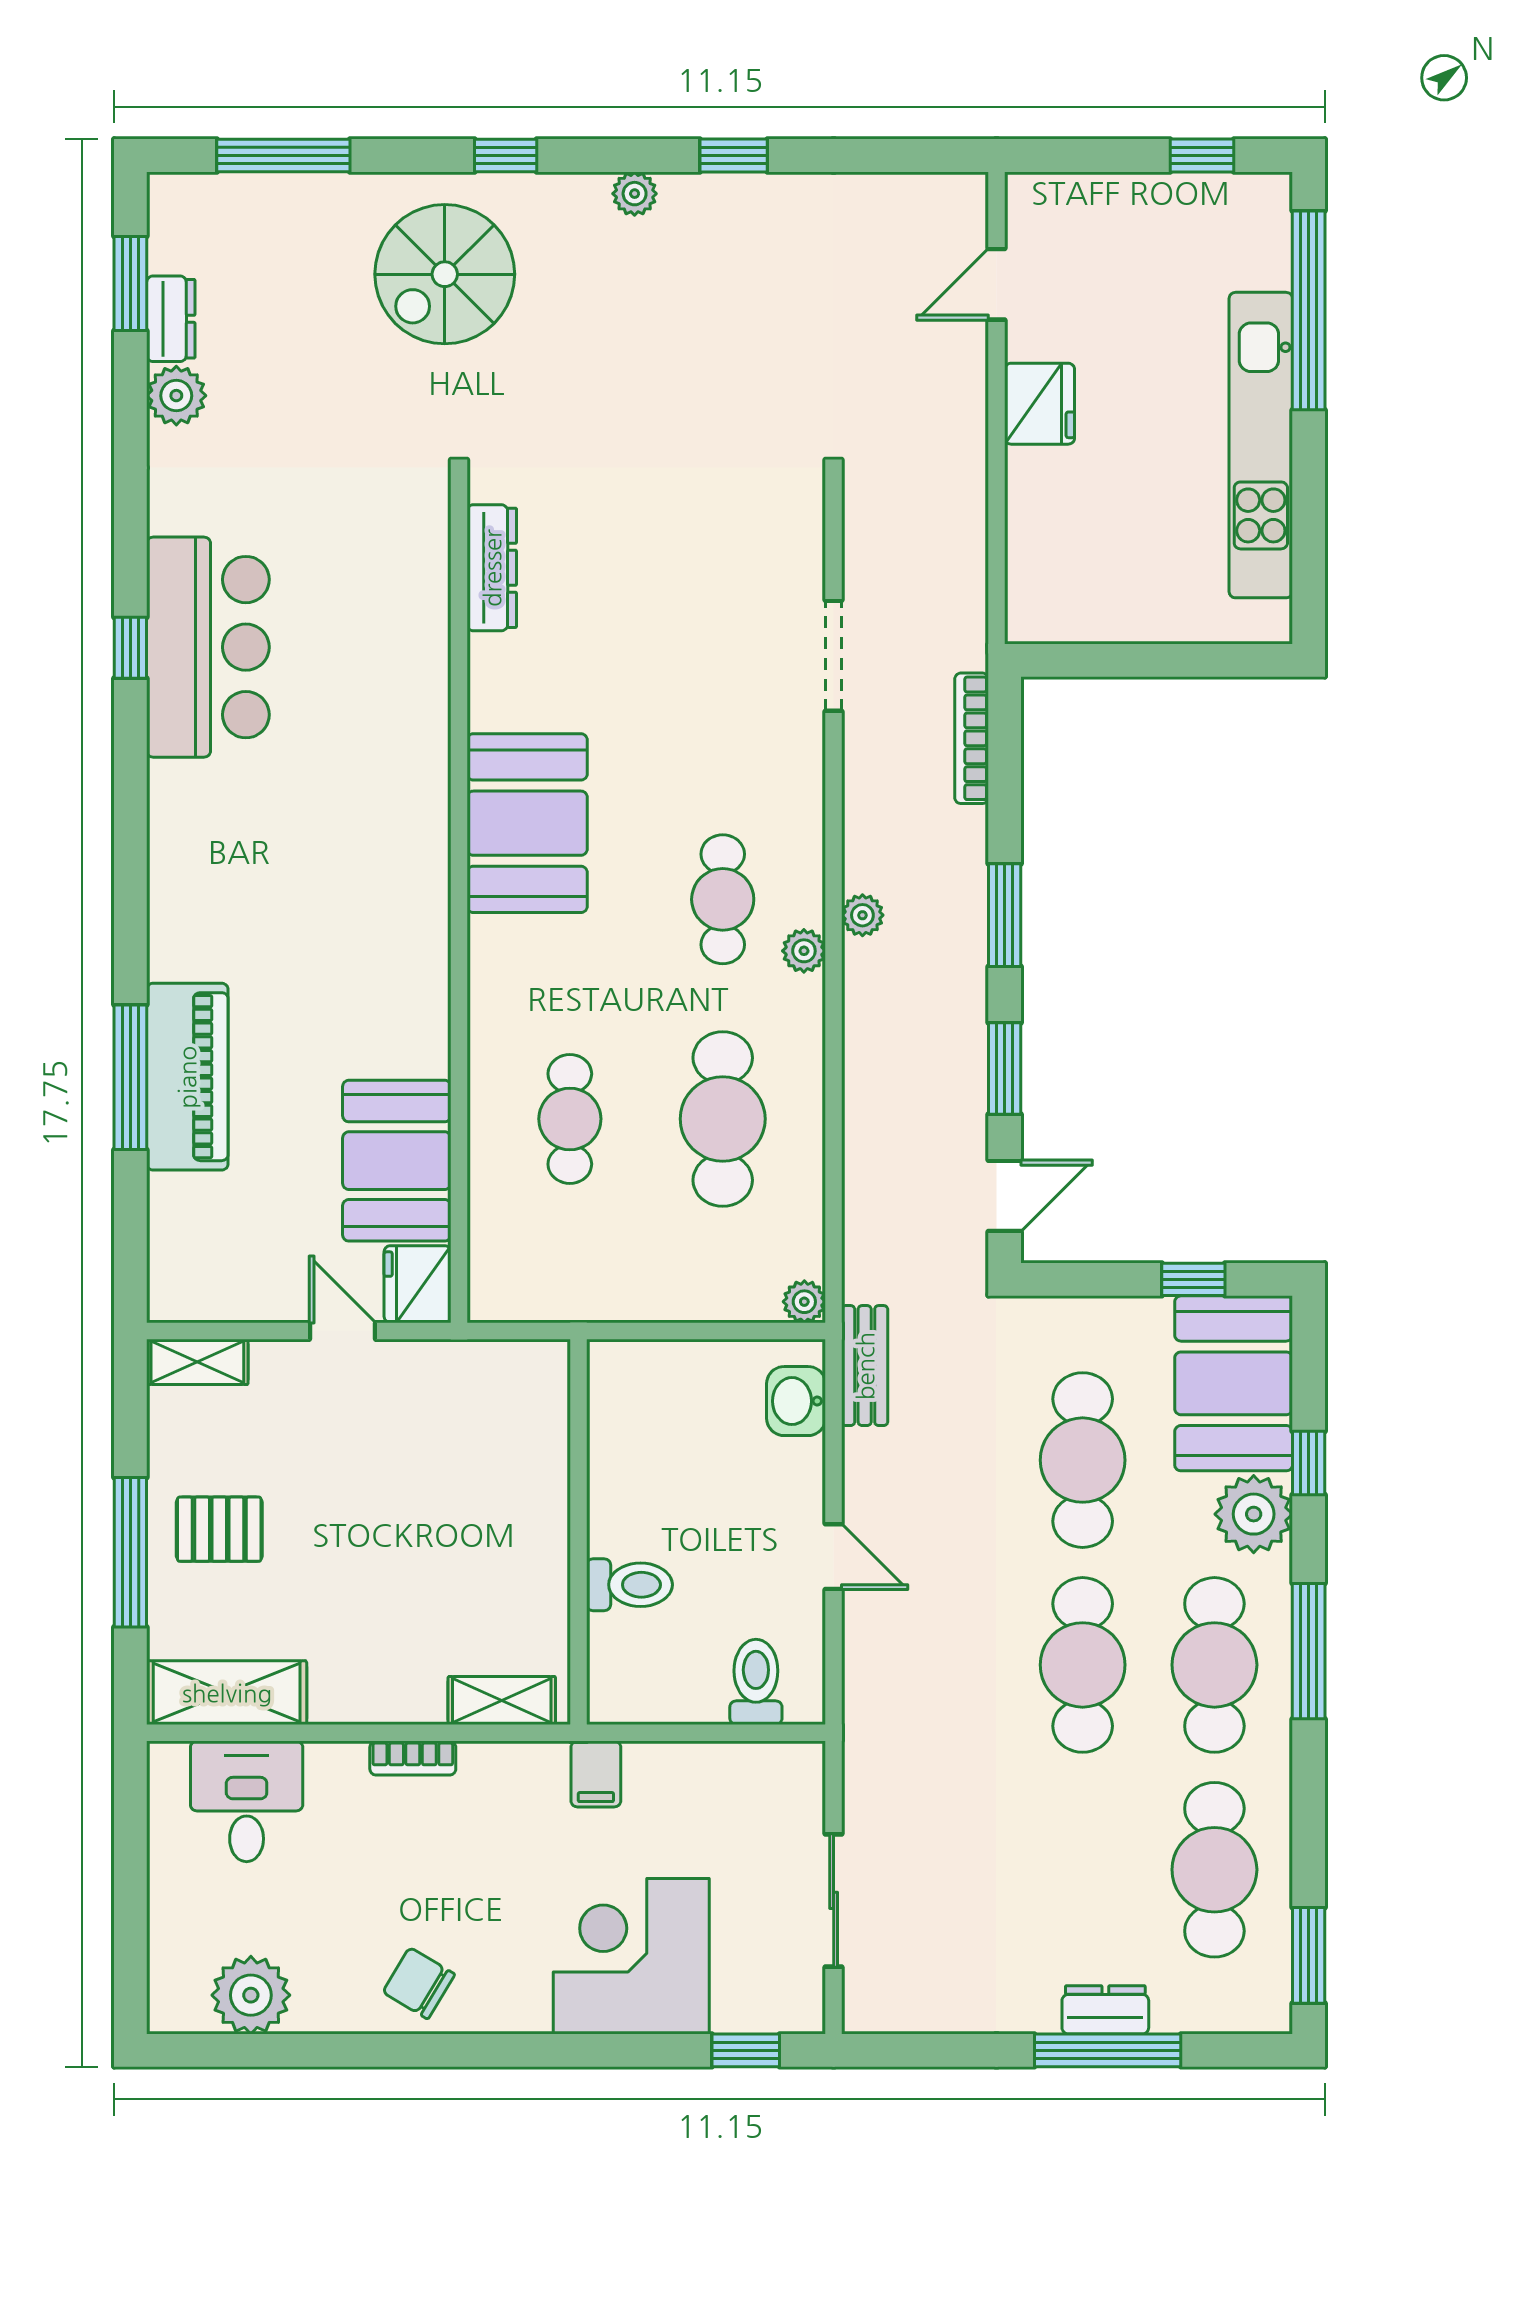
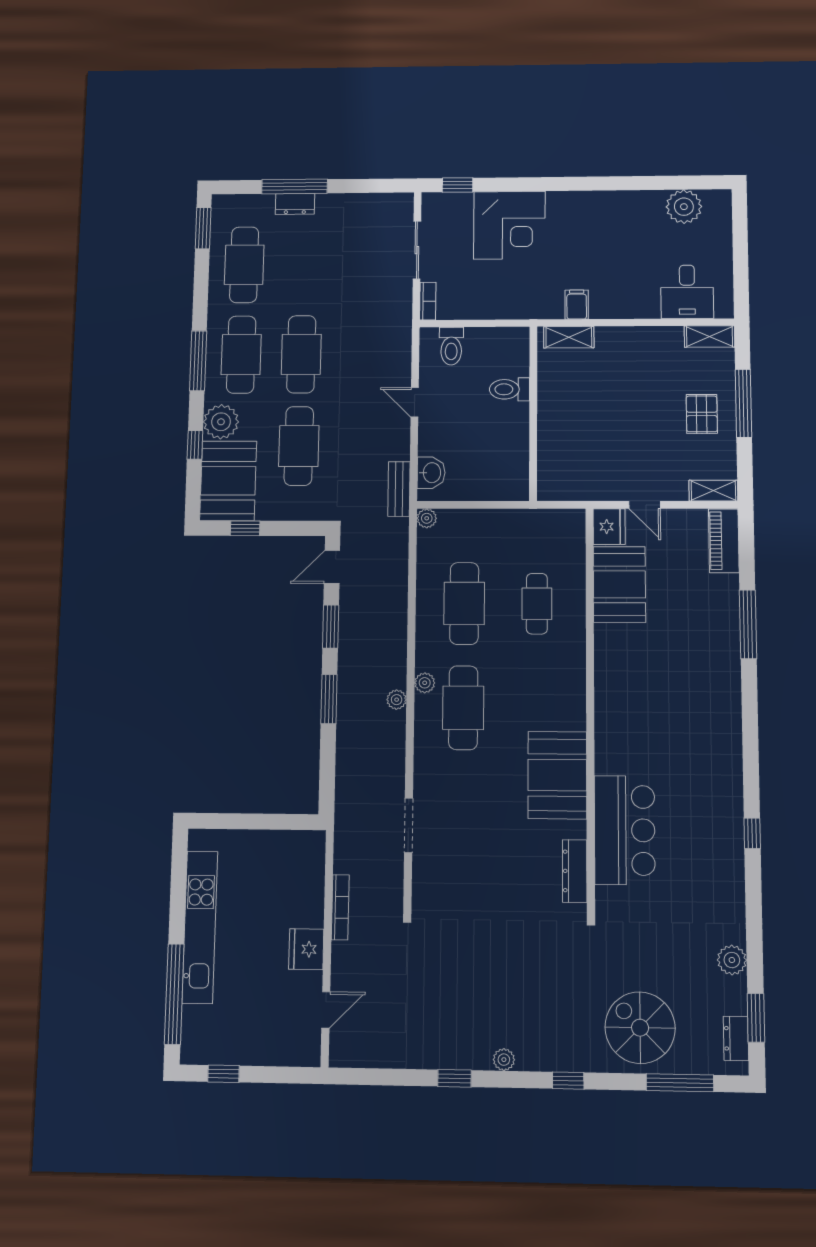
spiral stairs: (445, 274) -> (640, 1028), moved, turned -90
dresser: (171, 319) -> (736, 1038), moved
bar counter: (208, 647) -> (625, 830), moved, turned 180
bookcase: (972, 738) -> (340, 907), moved
booth: (527, 823) -> (557, 775), moved
cafe table: (723, 899) -> (463, 708), width x1.37, depth x1.35
piano: (187, 1077) -> (724, 541), moved, width x0.73, depth x0.75
pallet: (219, 1529) -> (702, 414), turned 90
shelving: (227, 1693) -> (710, 336), width x0.67, depth x0.75
bookcase: (413, 1758) -> (428, 301), moved, turned 90
filing cabinet: (596, 1774) -> (577, 305), moved
chair: (419, 1983) -> (607, 213), removed

